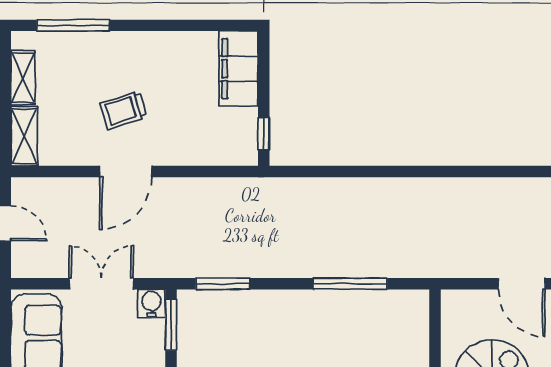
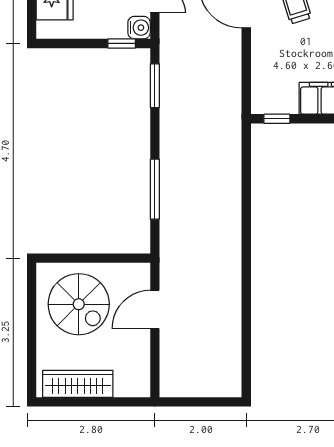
door: (522, 284) -> (155, 309), moved
window: (171, 325) -> (122, 43), width x0.67

